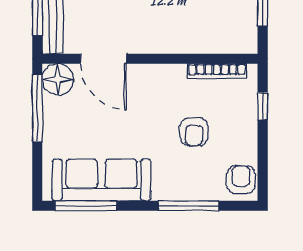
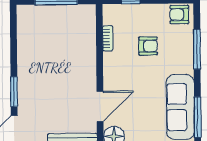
bookcase: (217, 71) -> (108, 38), width x0.64

